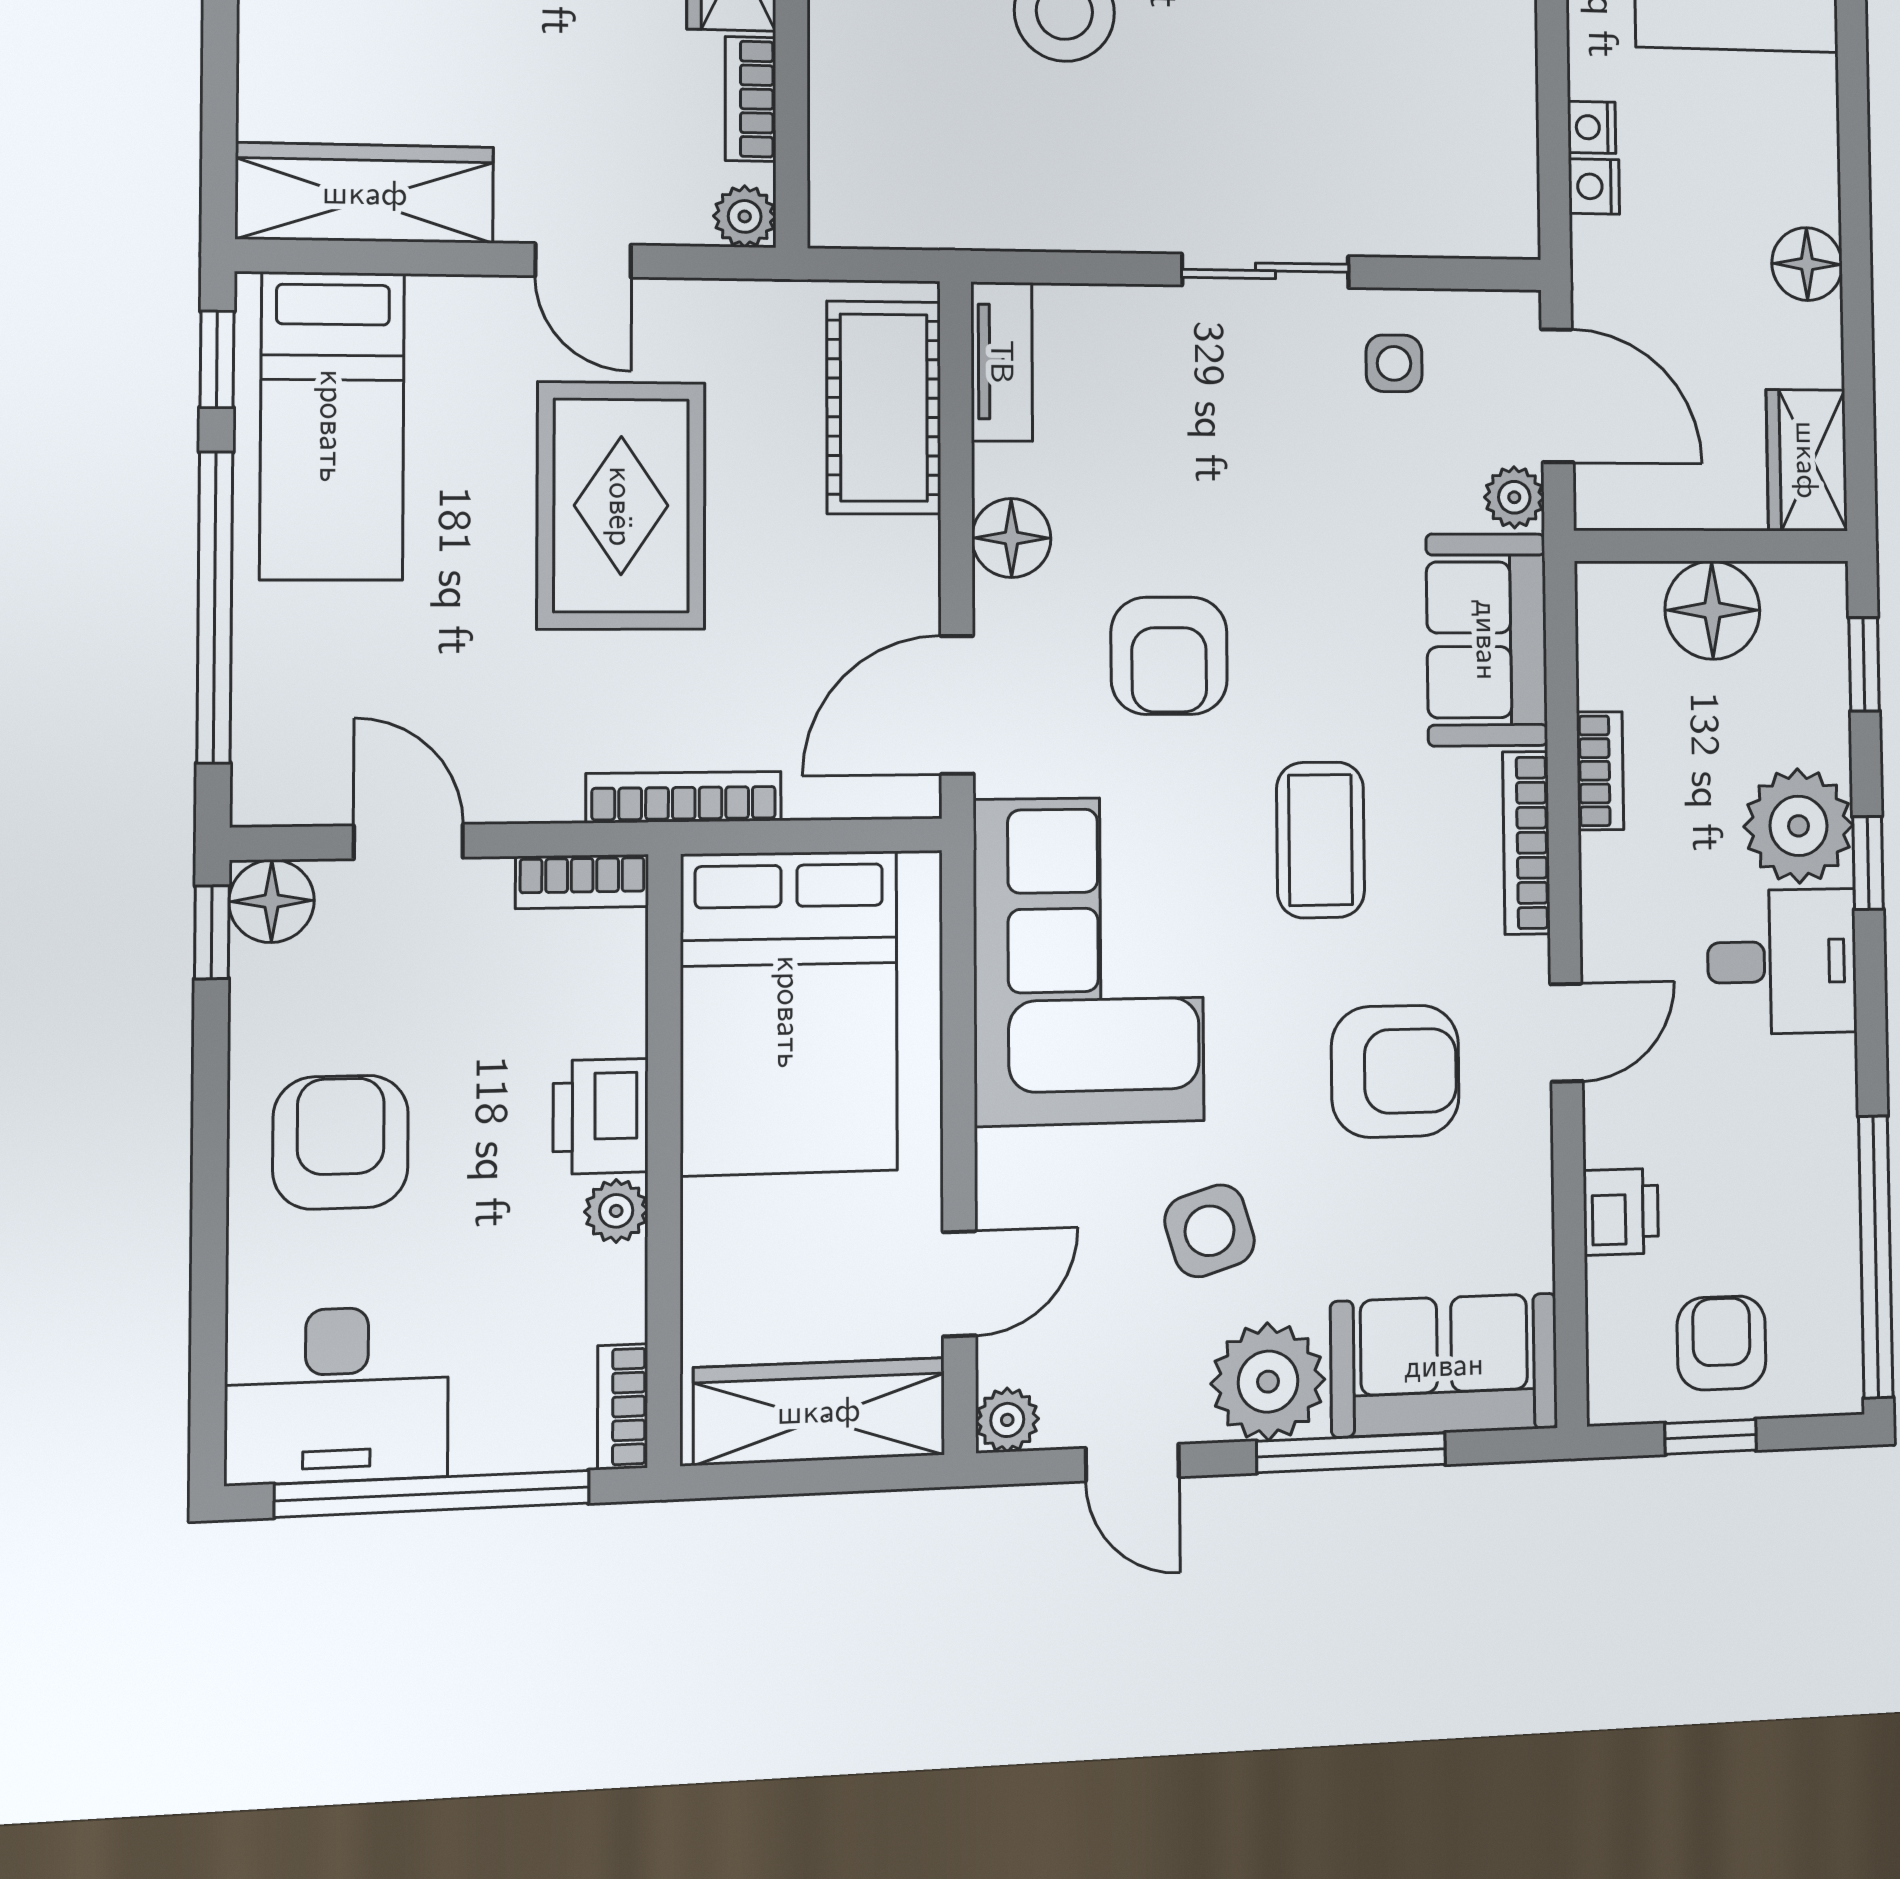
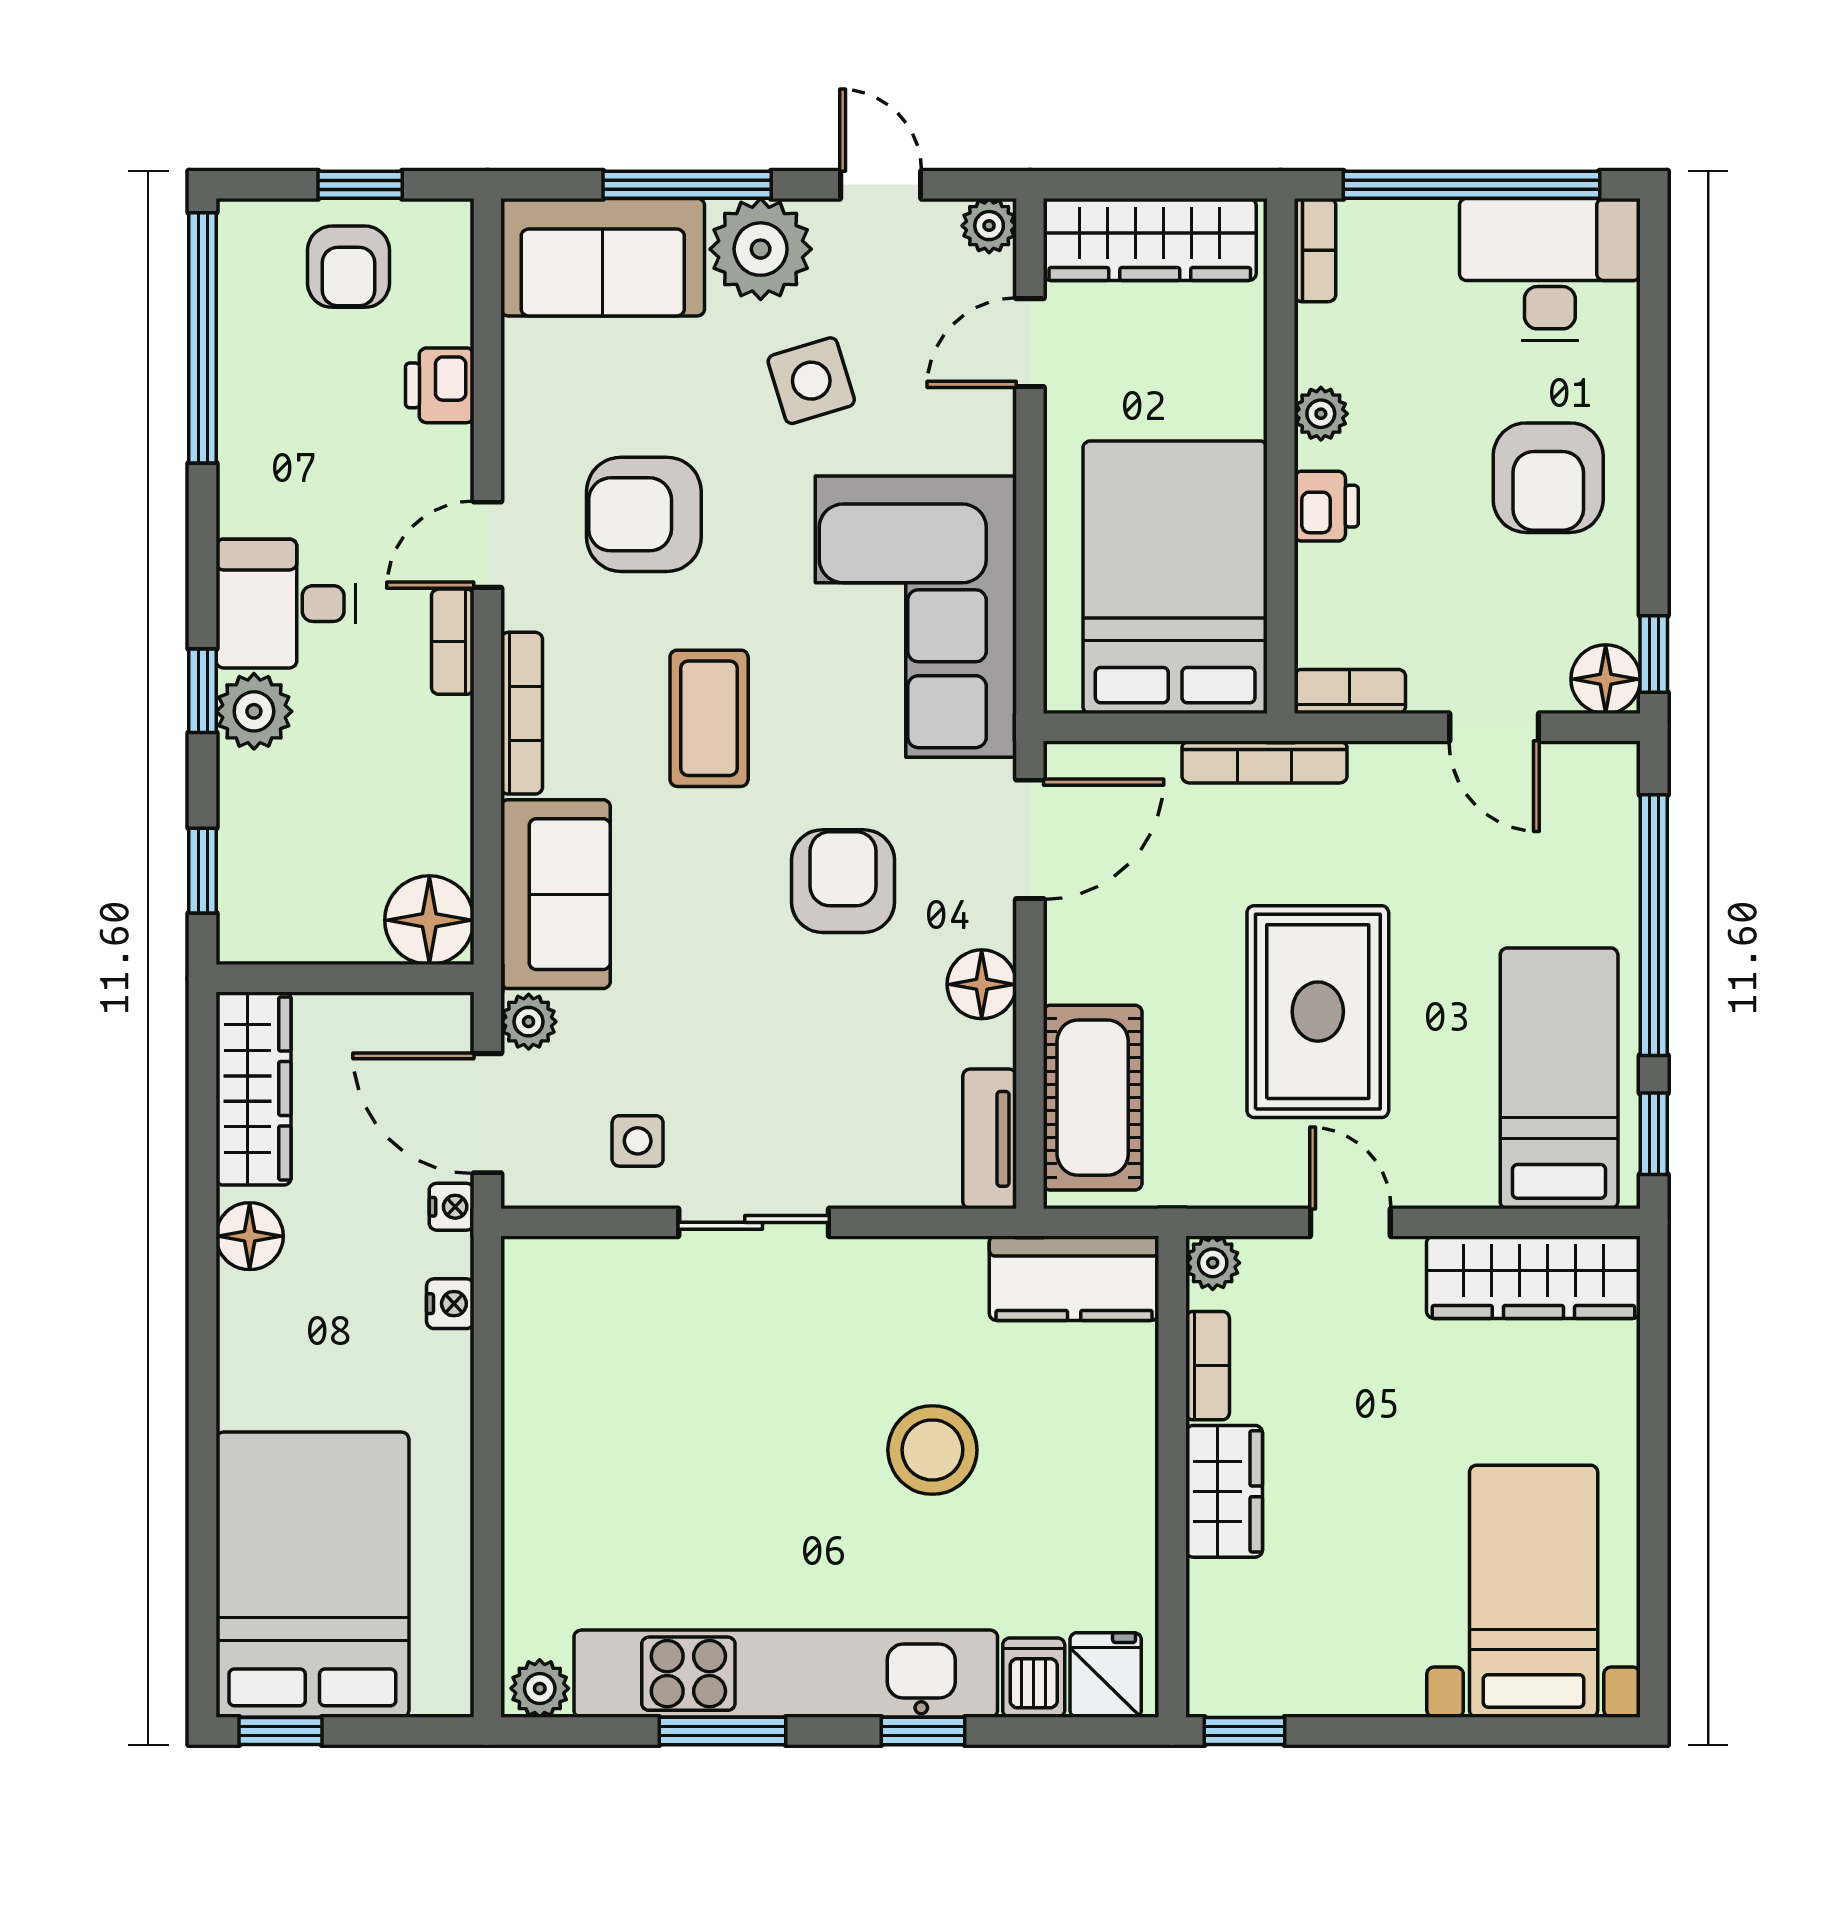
nightstand: (1592, 127) -> (452, 1207), moved
kitchen counter: (905, 202) -> (1074, 1278), added
wardrobe: (1807, 460) -> (253, 1088), width x1.50
floor lamp: (1712, 610) -> (429, 920), moved
bookcase: (1600, 771) -> (453, 642), moved
plant: (1799, 826) -> (254, 711), width x0.73, depth x0.73
printer: (601, 1116) -> (1326, 506), width x0.73, depth x0.81

